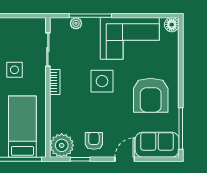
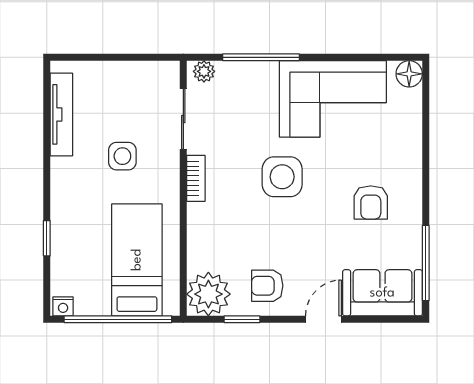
plant: (76, 23) -> (204, 71), moved
armchair: (151, 95) -> (371, 202), width x0.53, depth x0.53
armchair: (94, 141) -> (267, 286), turned -90

